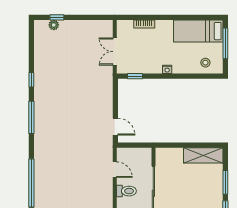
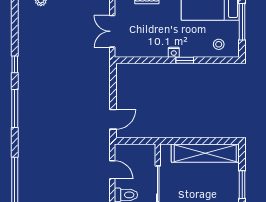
window: (135, 76) -> (185, 60), moved
door: (115, 127) -> (113, 119), hinge flipped
shelving: (203, 155) -> (205, 153), width x1.47

